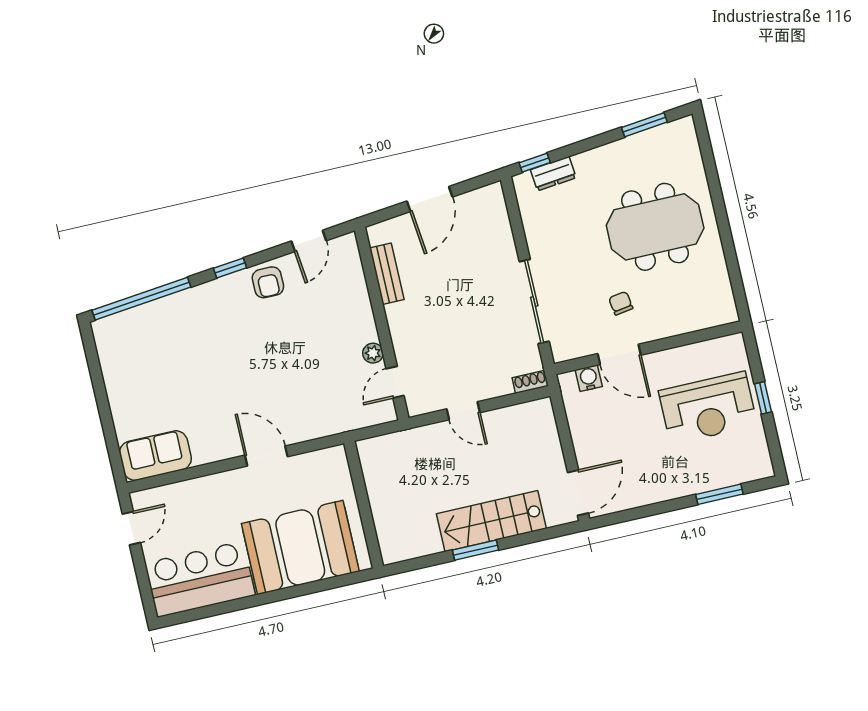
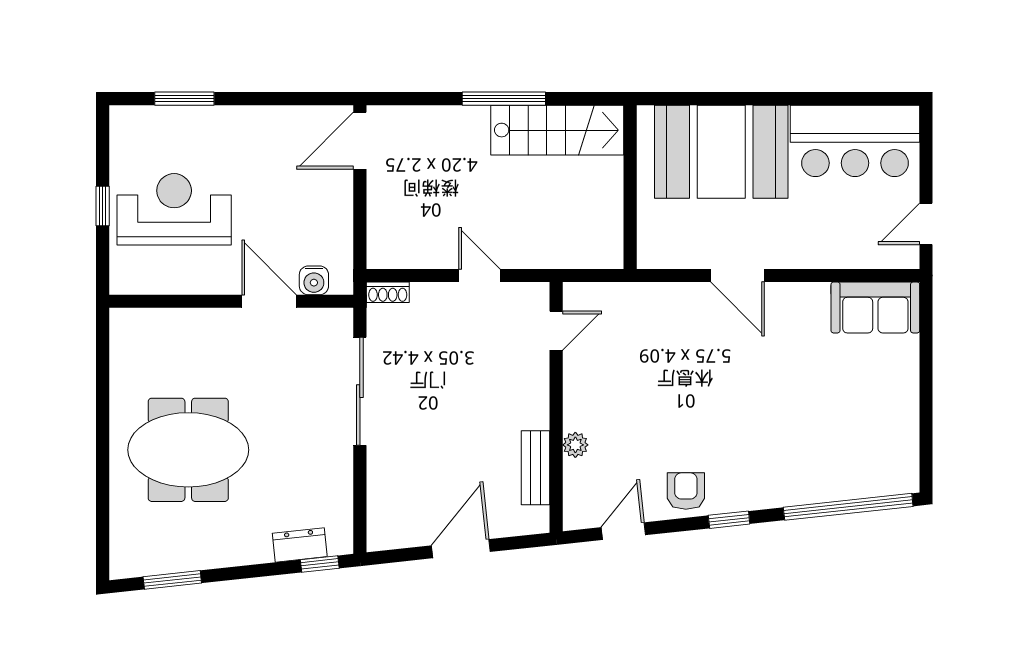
chair: (621, 303) -> (253, 364), removed
plant: (373, 353) -> (575, 445), moved
stairs: (491, 521) -> (557, 130), moved
window: (475, 550) -> (504, 99), width x1.44

